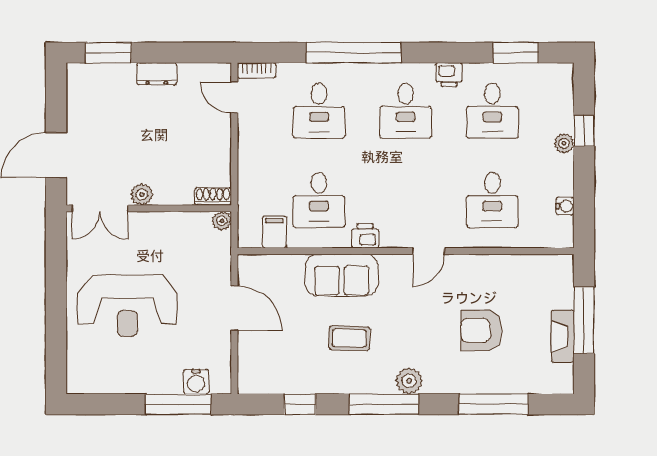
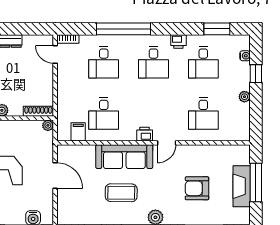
plant: (564, 143) -> (244, 97), moved
shoe rack: (213, 196) -> (38, 111), width x1.43
water cooler: (565, 206) -> (245, 56), moved
printer: (365, 236) -> (145, 134), moved
sofa: (342, 275) -> (124, 157), width x1.36
fireplace: (563, 336) -> (242, 186), width x1.37, depth x1.32
coffee table: (349, 338) -> (121, 193), width x1.36, depth x1.30

